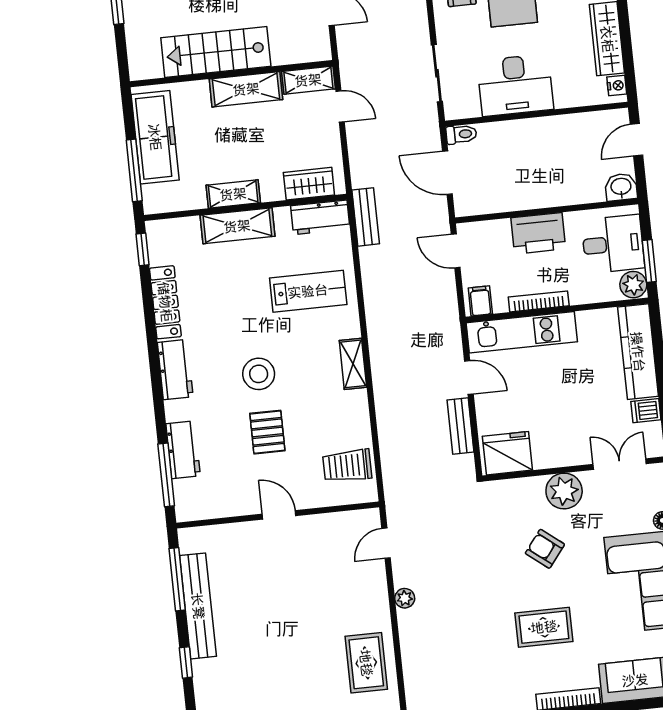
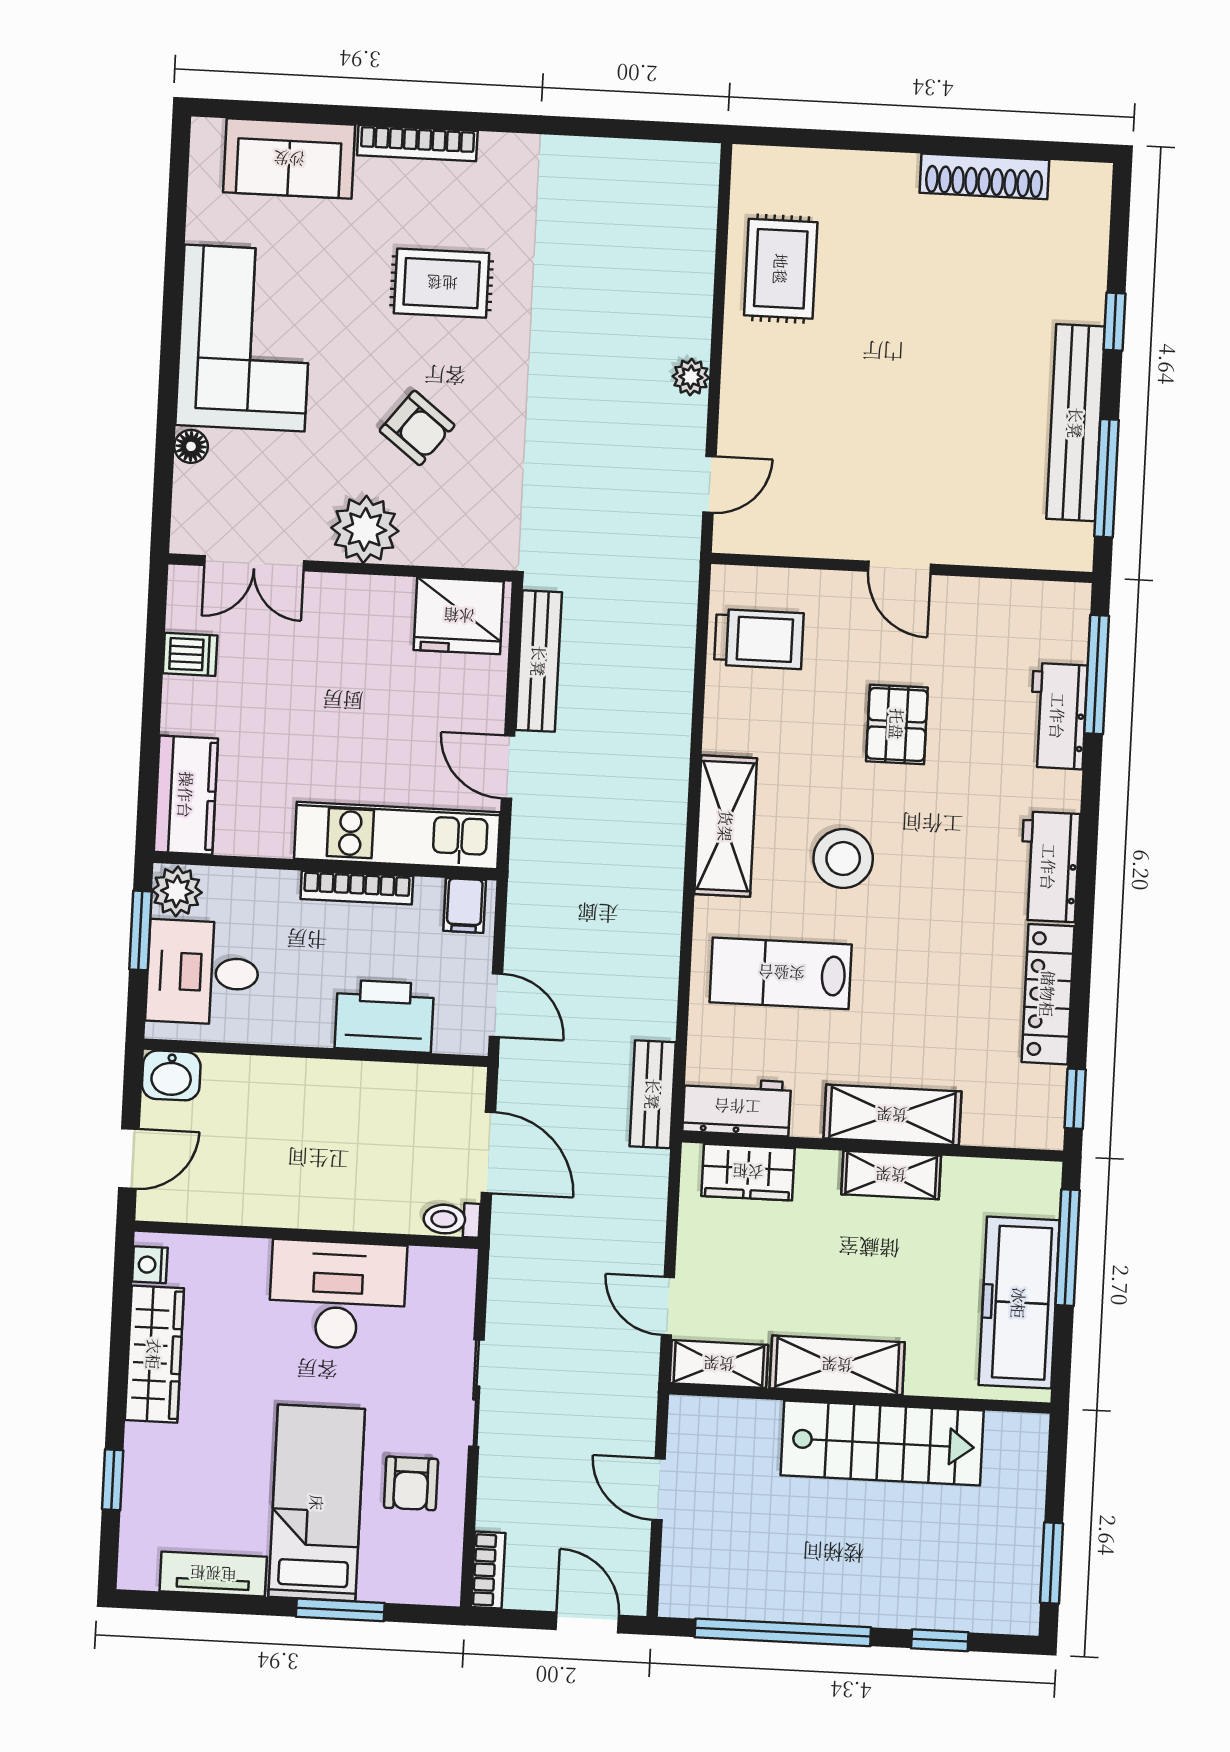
sliding door: (437, 73) -> (476, 1393), moved
printer: (538, 233) -> (384, 1016), moved
kitchen counter: (638, 352) -> (186, 795), width x0.67
shelving: (353, 364) -> (726, 826), width x1.50, depth x1.33
stool: (259, 374) -> (843, 859), moved
bench: (460, 426) -> (539, 661), width x1.36

